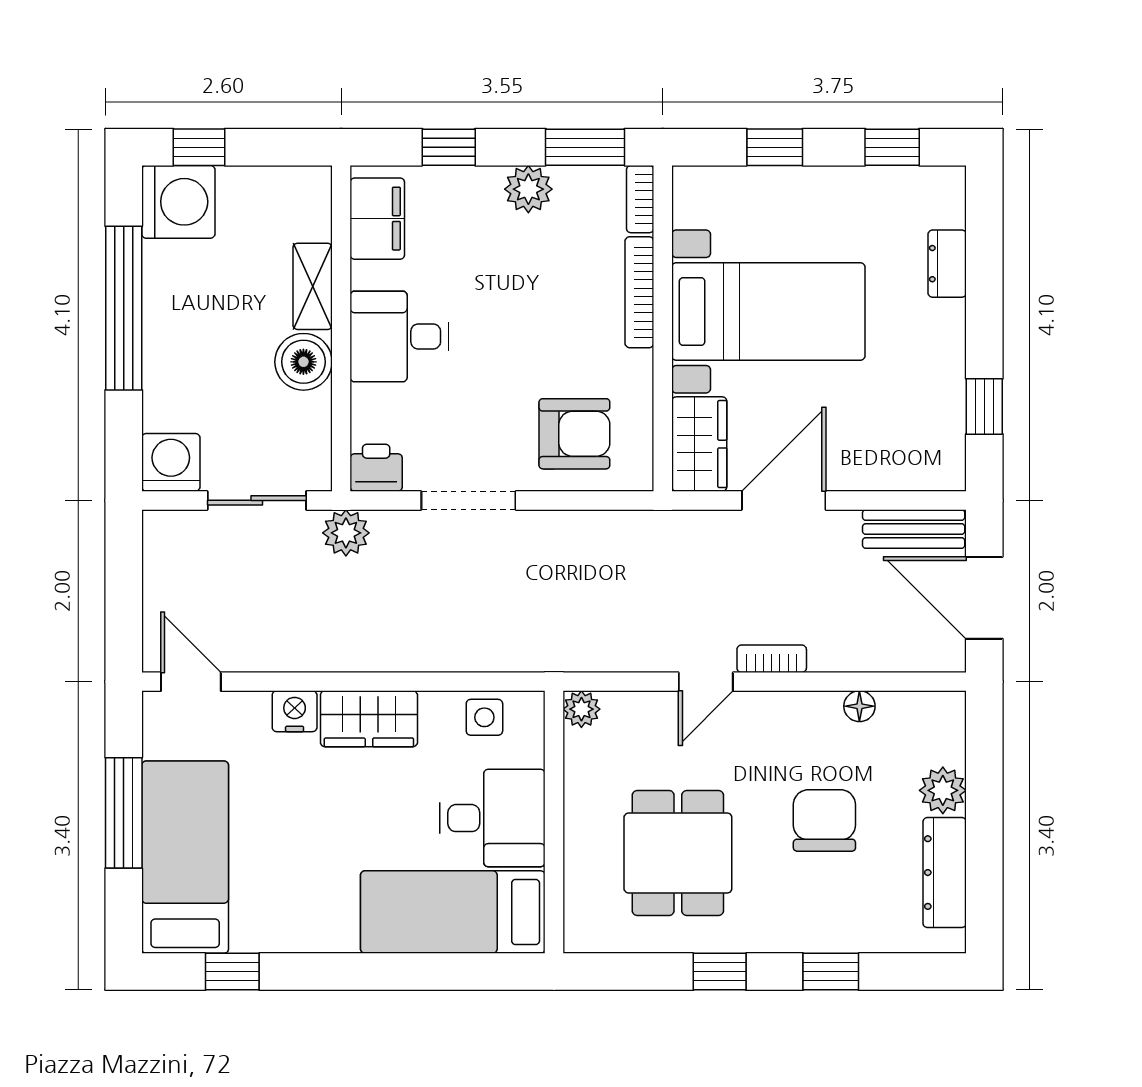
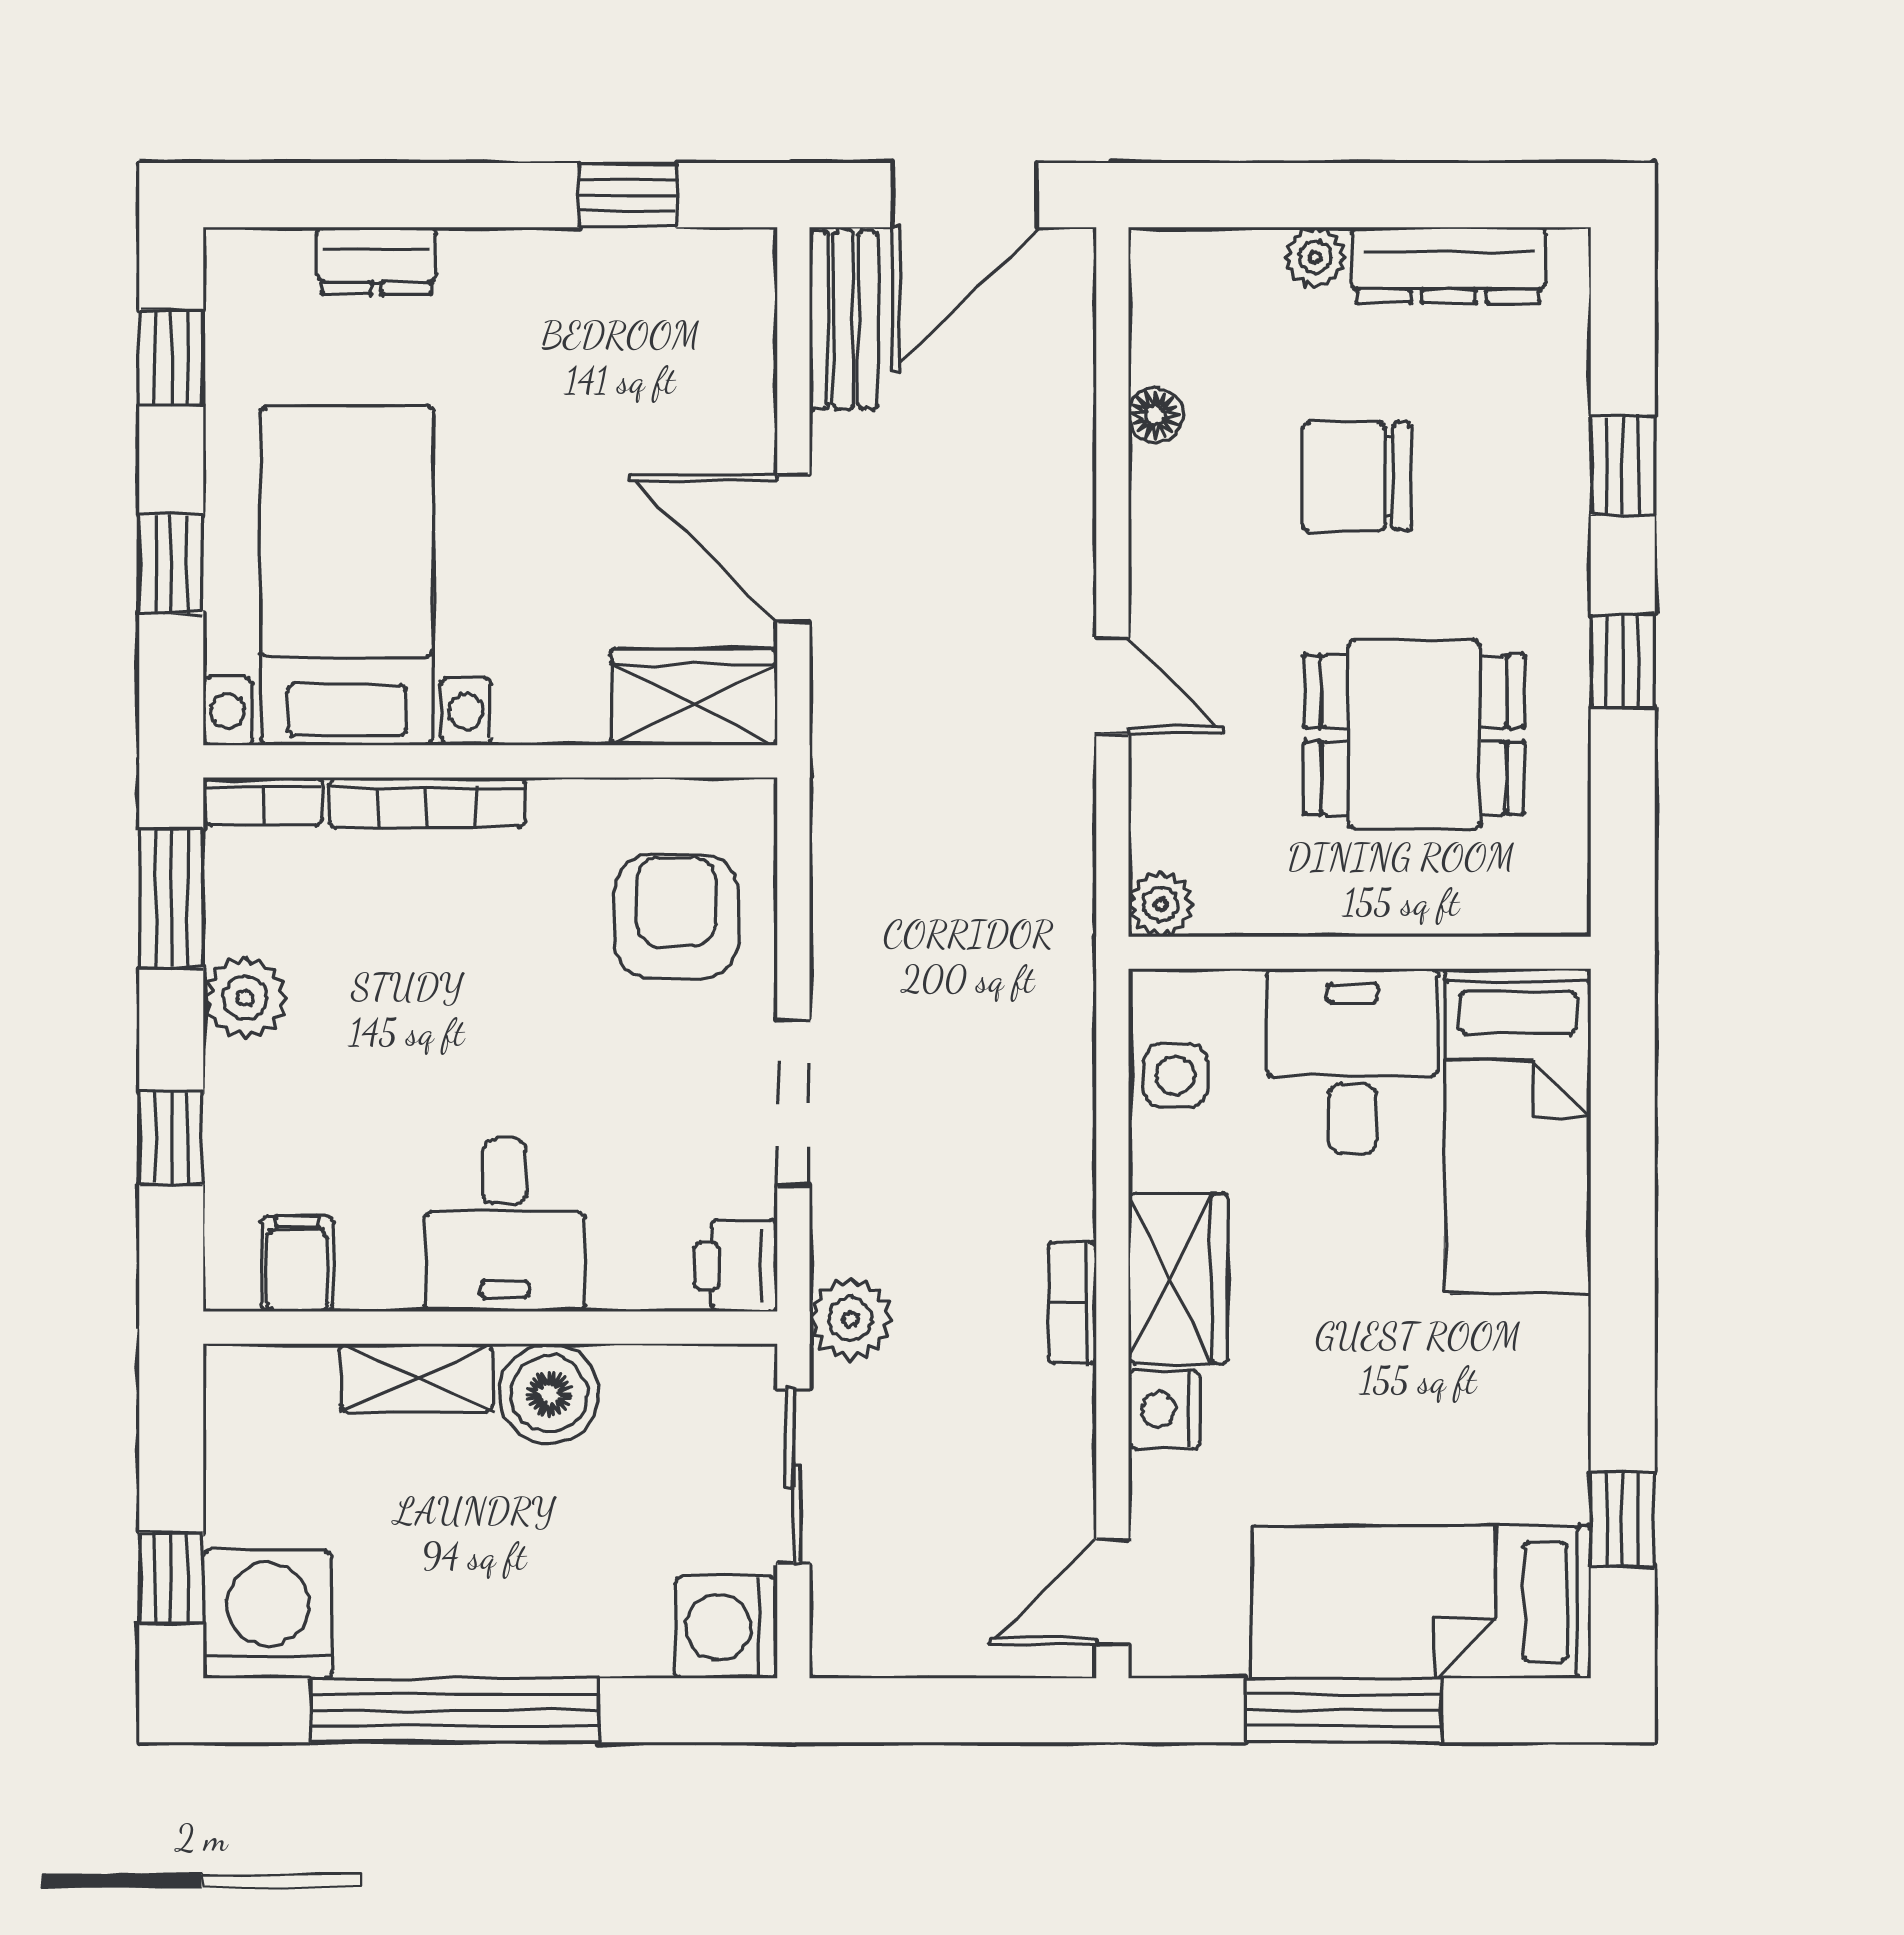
filing cabinet: (377, 219) -> (297, 1264), width x0.50
bed with nightstands: (768, 312) -> (347, 575), moved
bookcase: (772, 659) -> (1072, 1303), moved
plant: (943, 790) -> (1315, 257), width x0.73, depth x0.73

